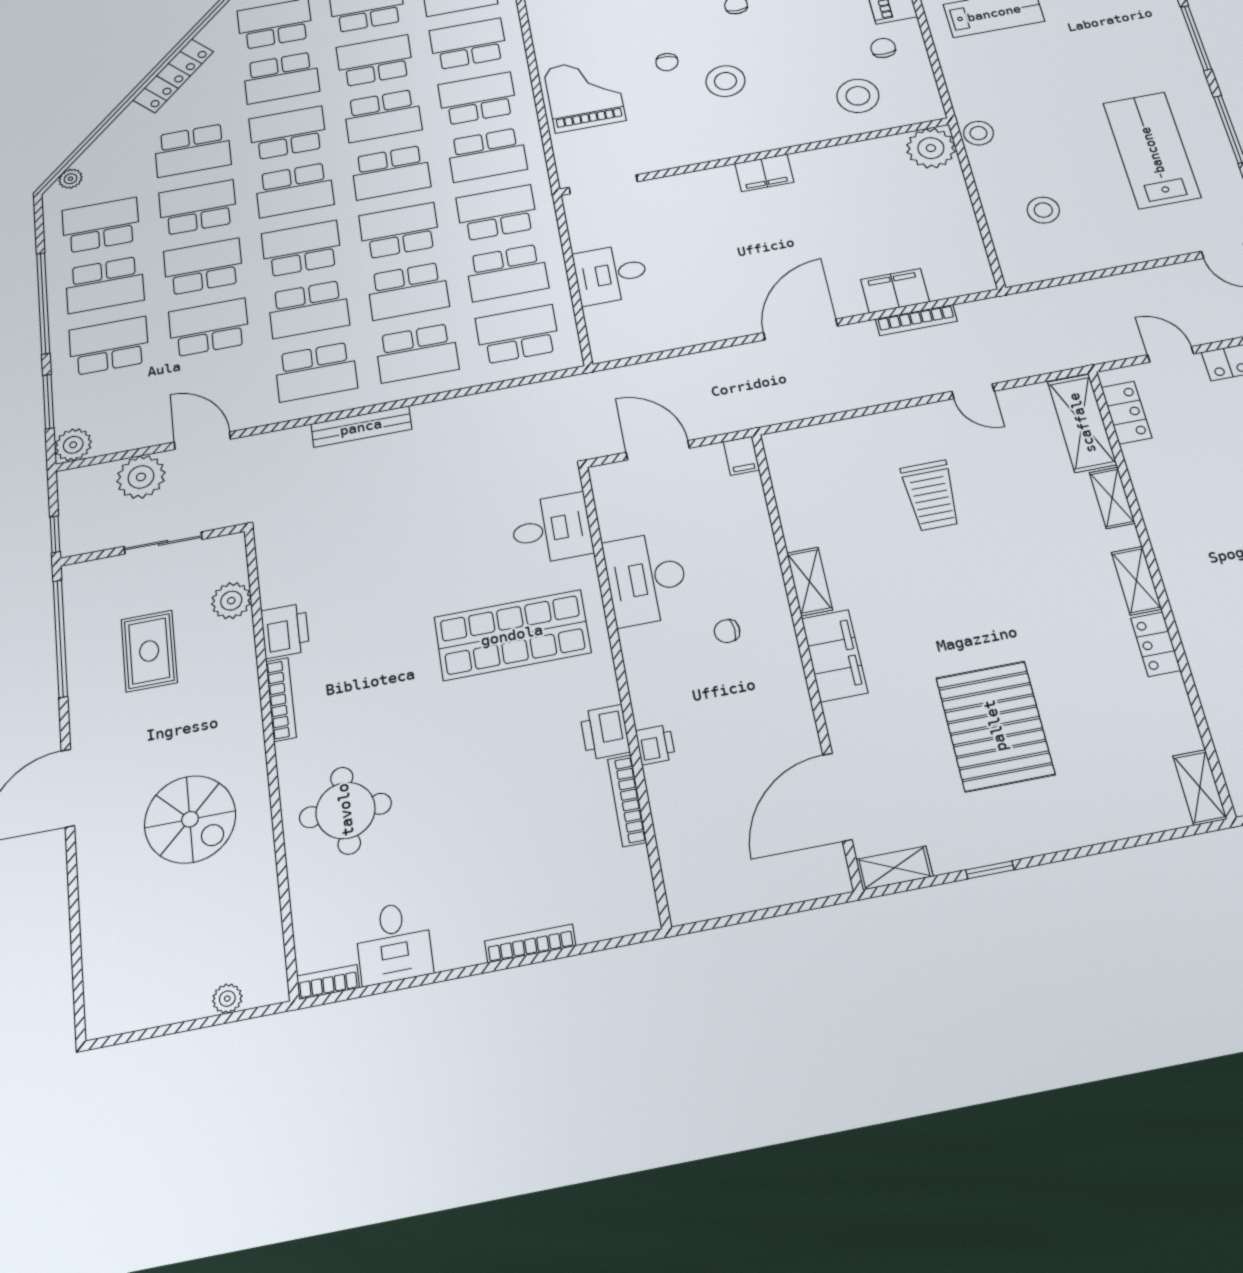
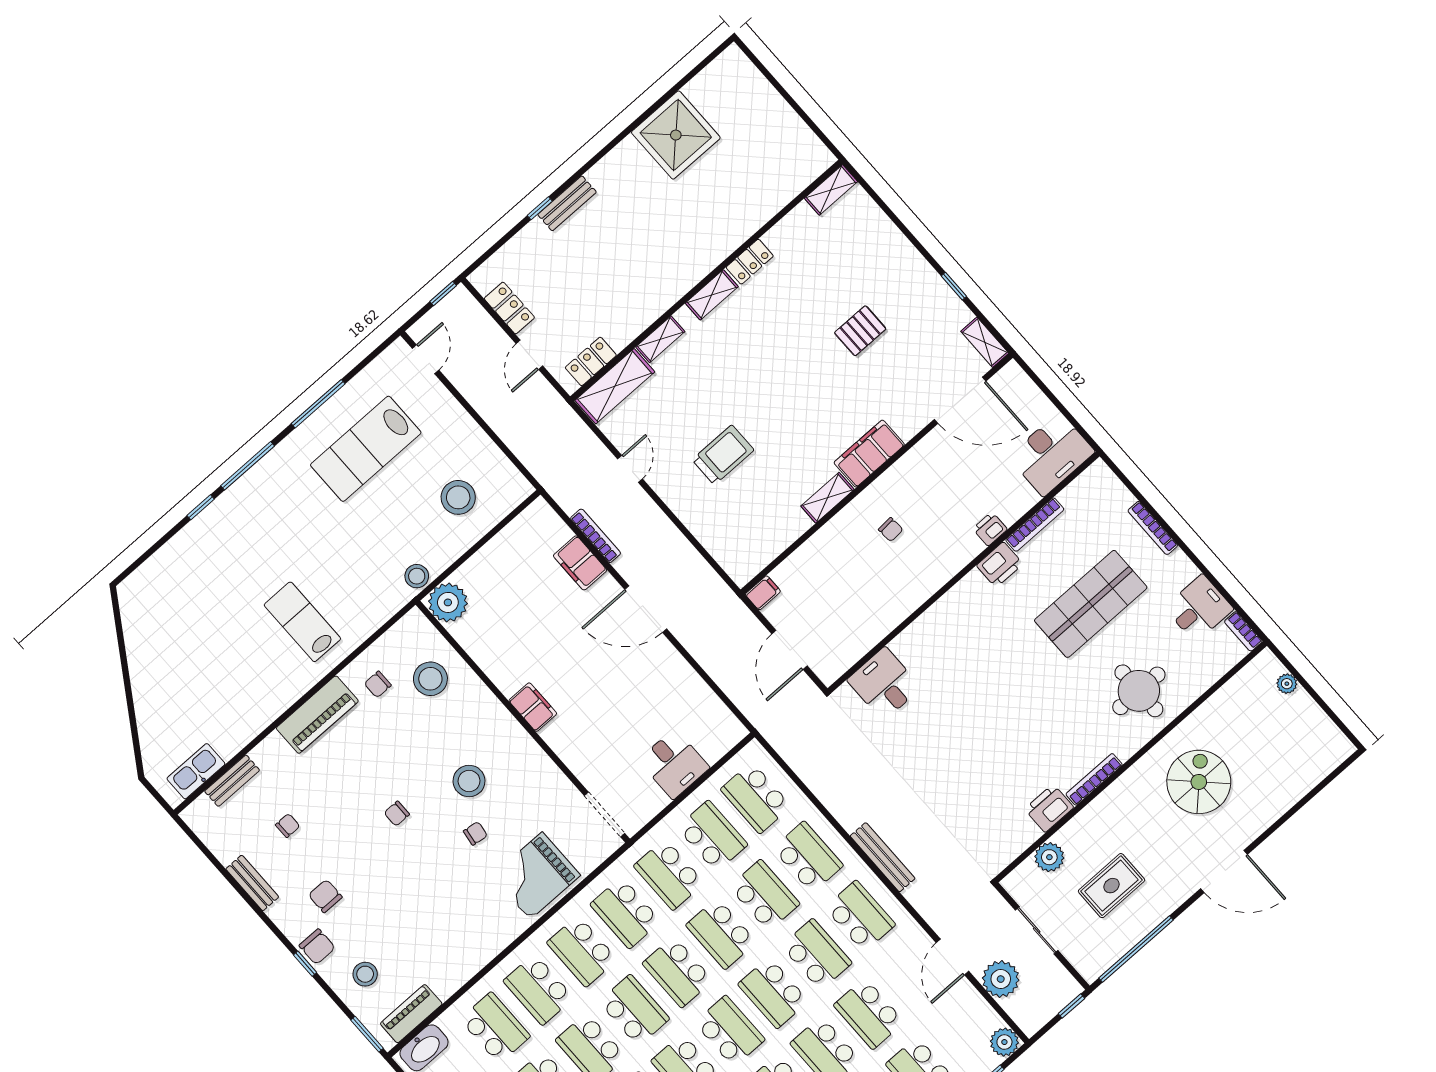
school desk: (487, 155) -> (625, 913), turned 180
school desk: (391, 172) -> (678, 972), turned 180
stool: (1043, 210) -> (458, 497), width x1.38, depth x1.38
desk: (646, 579) -> (1051, 454), moved
shop shelf: (512, 635) -> (1091, 604), moved, turned 90
pallet: (995, 726) -> (860, 331), width x0.49, depth x0.50

